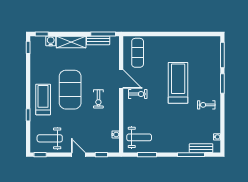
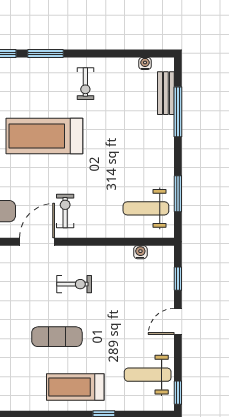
exercise mat: (70, 90) -> (57, 337), width x0.50, depth x0.69
weight bench: (139, 137) -> (146, 208), turned -90
weight bench: (50, 138) -> (148, 375), turned 90

